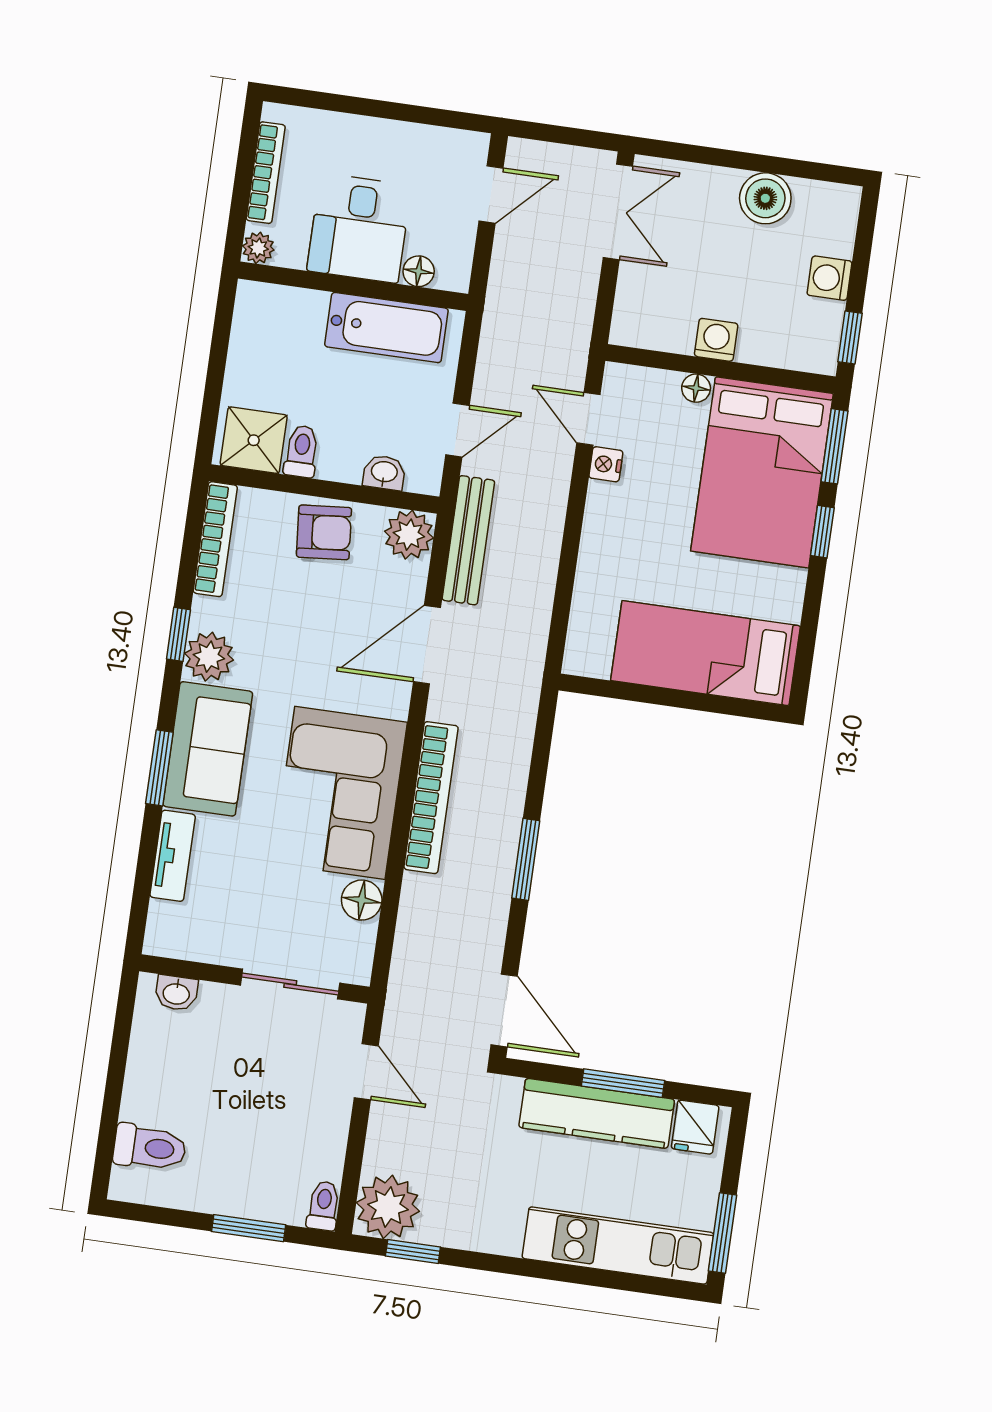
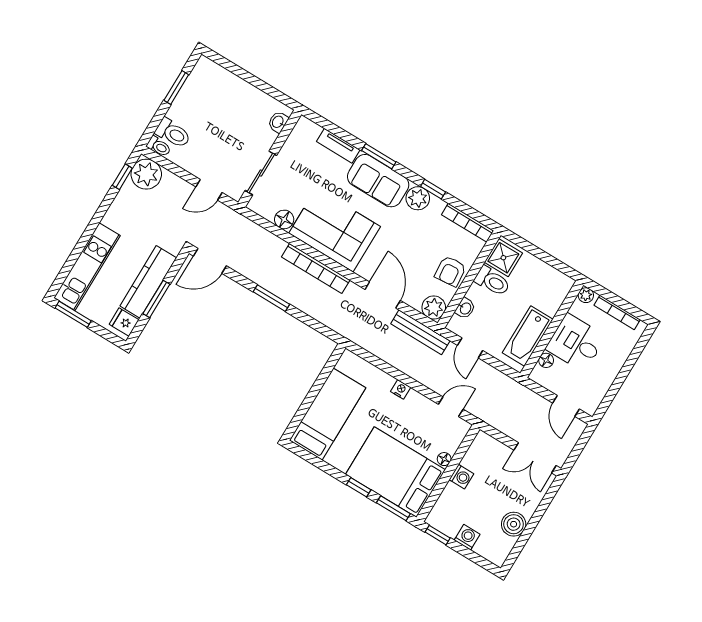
toilet: (301, 451) -> (492, 281), width x1.37, depth x1.39
nightstand: (606, 464) -> (401, 389), moved
toilet: (150, 1147) -> (173, 133), moved, turned -90
window: (249, 1228) -> (176, 88), moved

